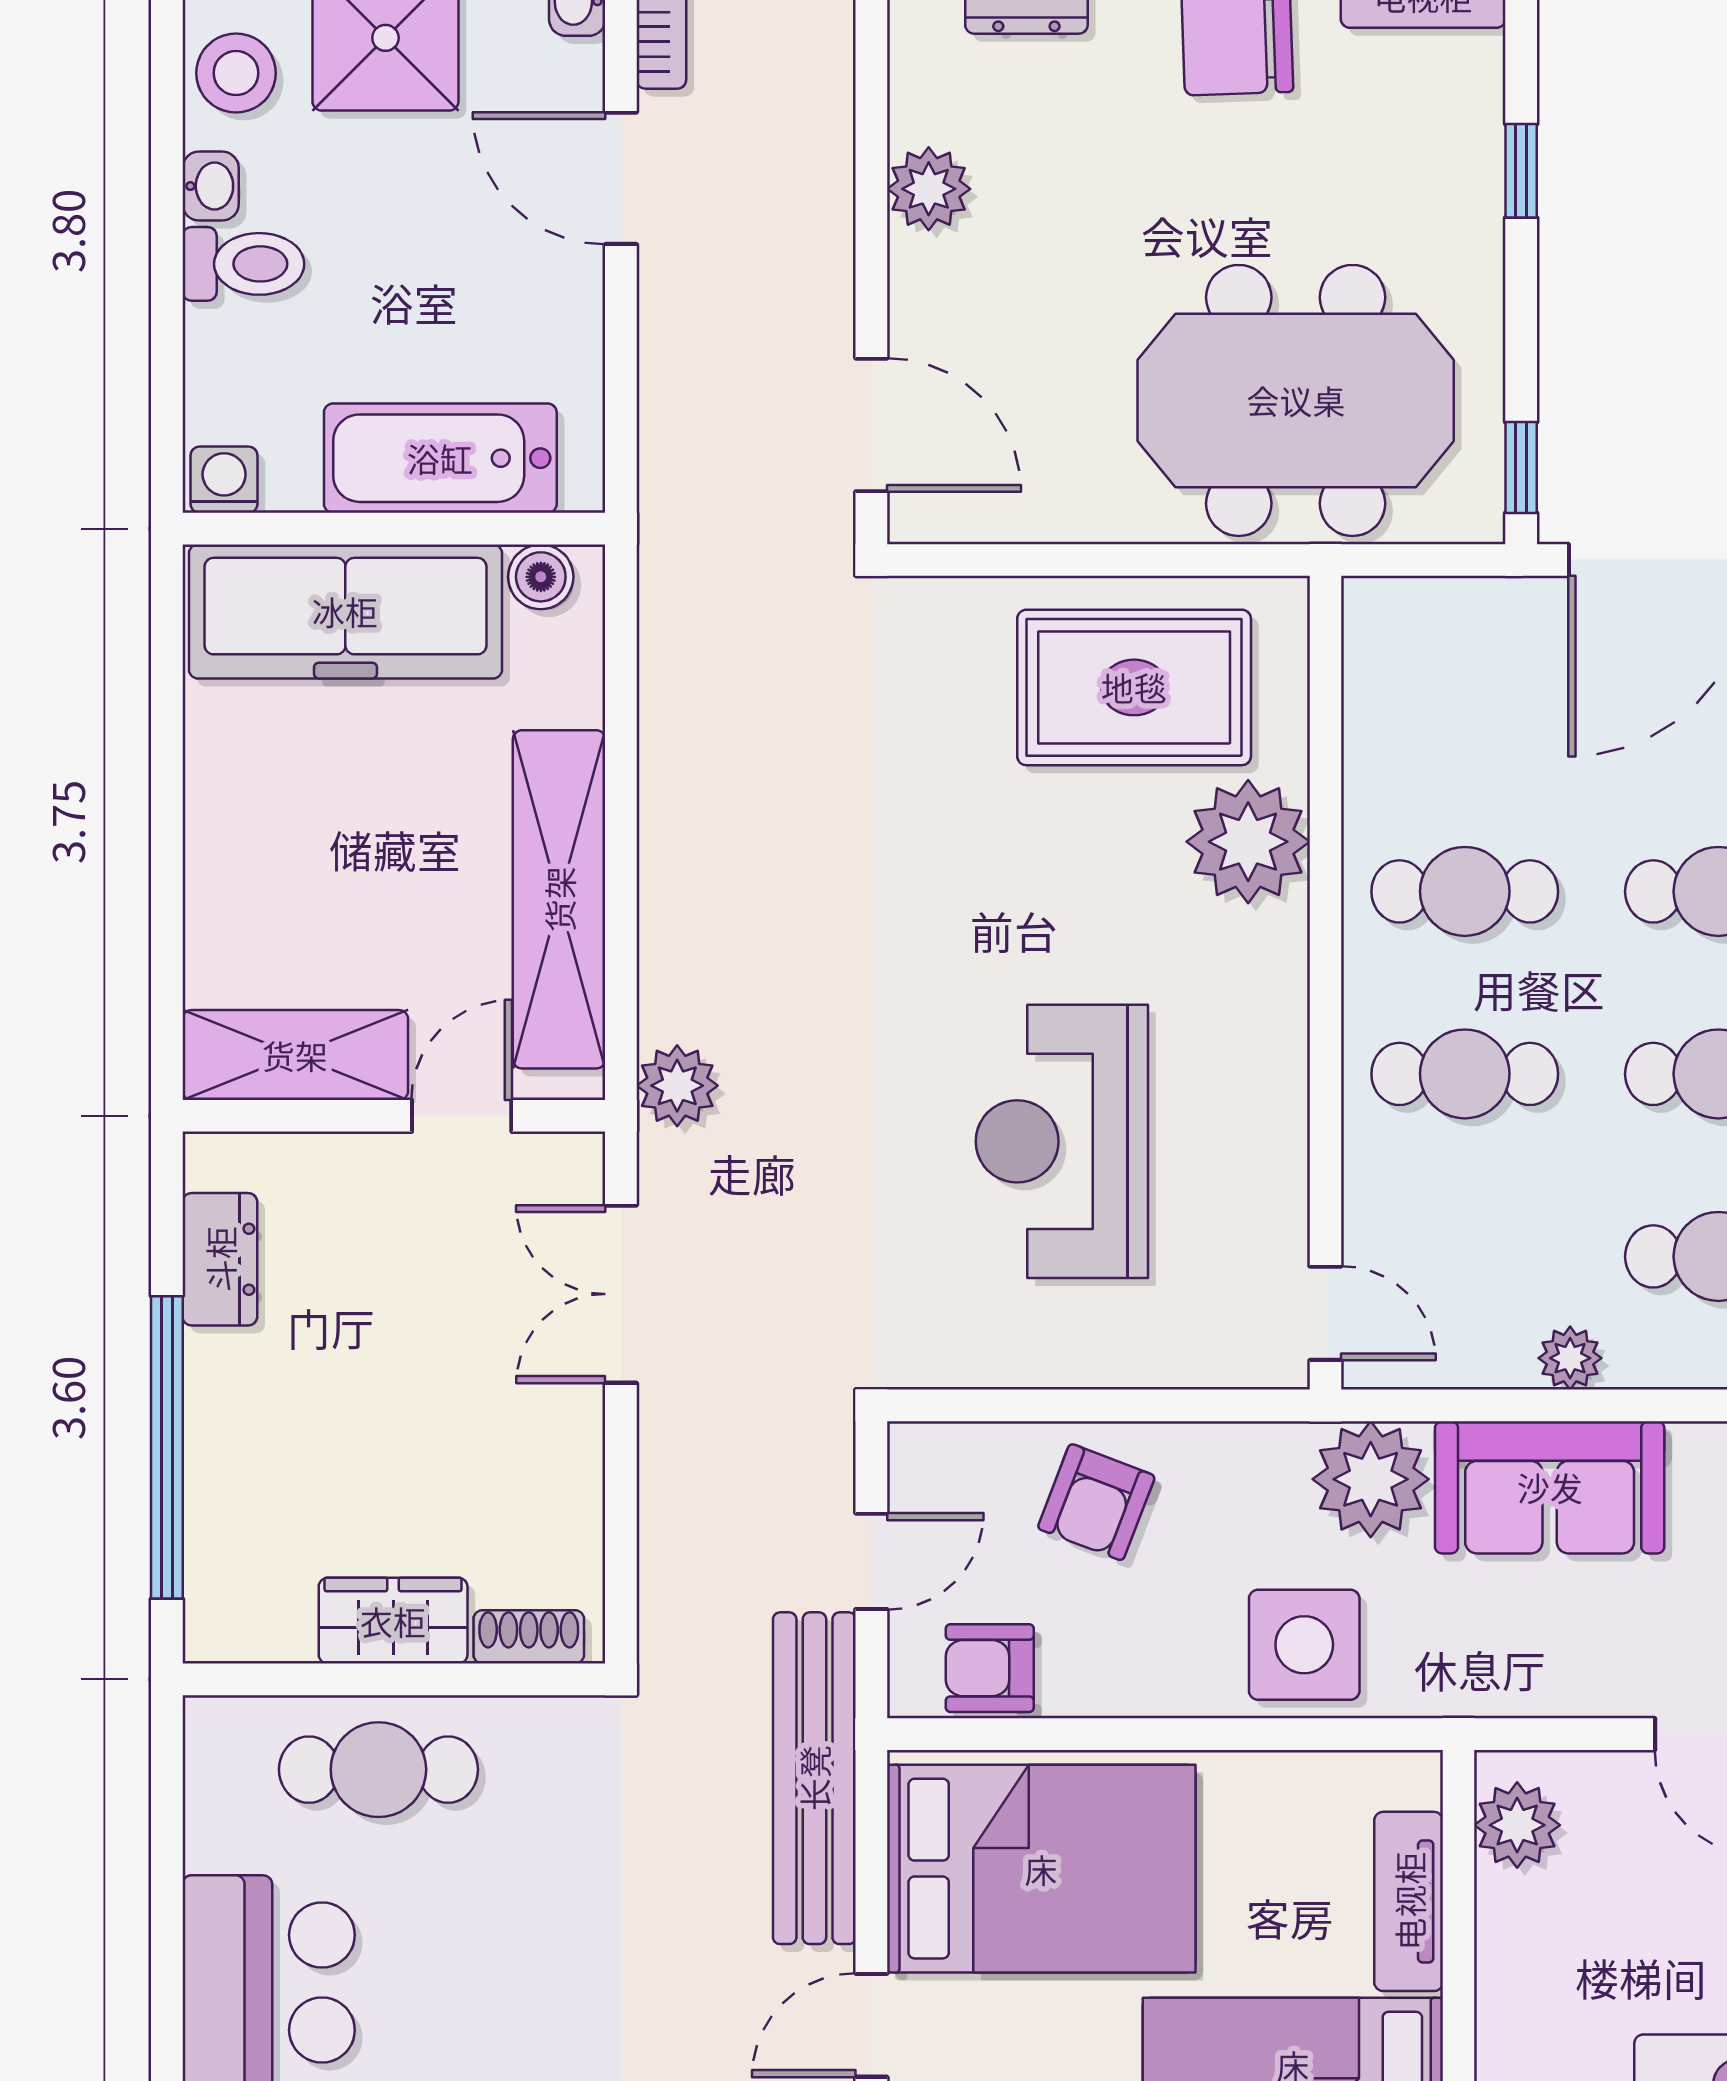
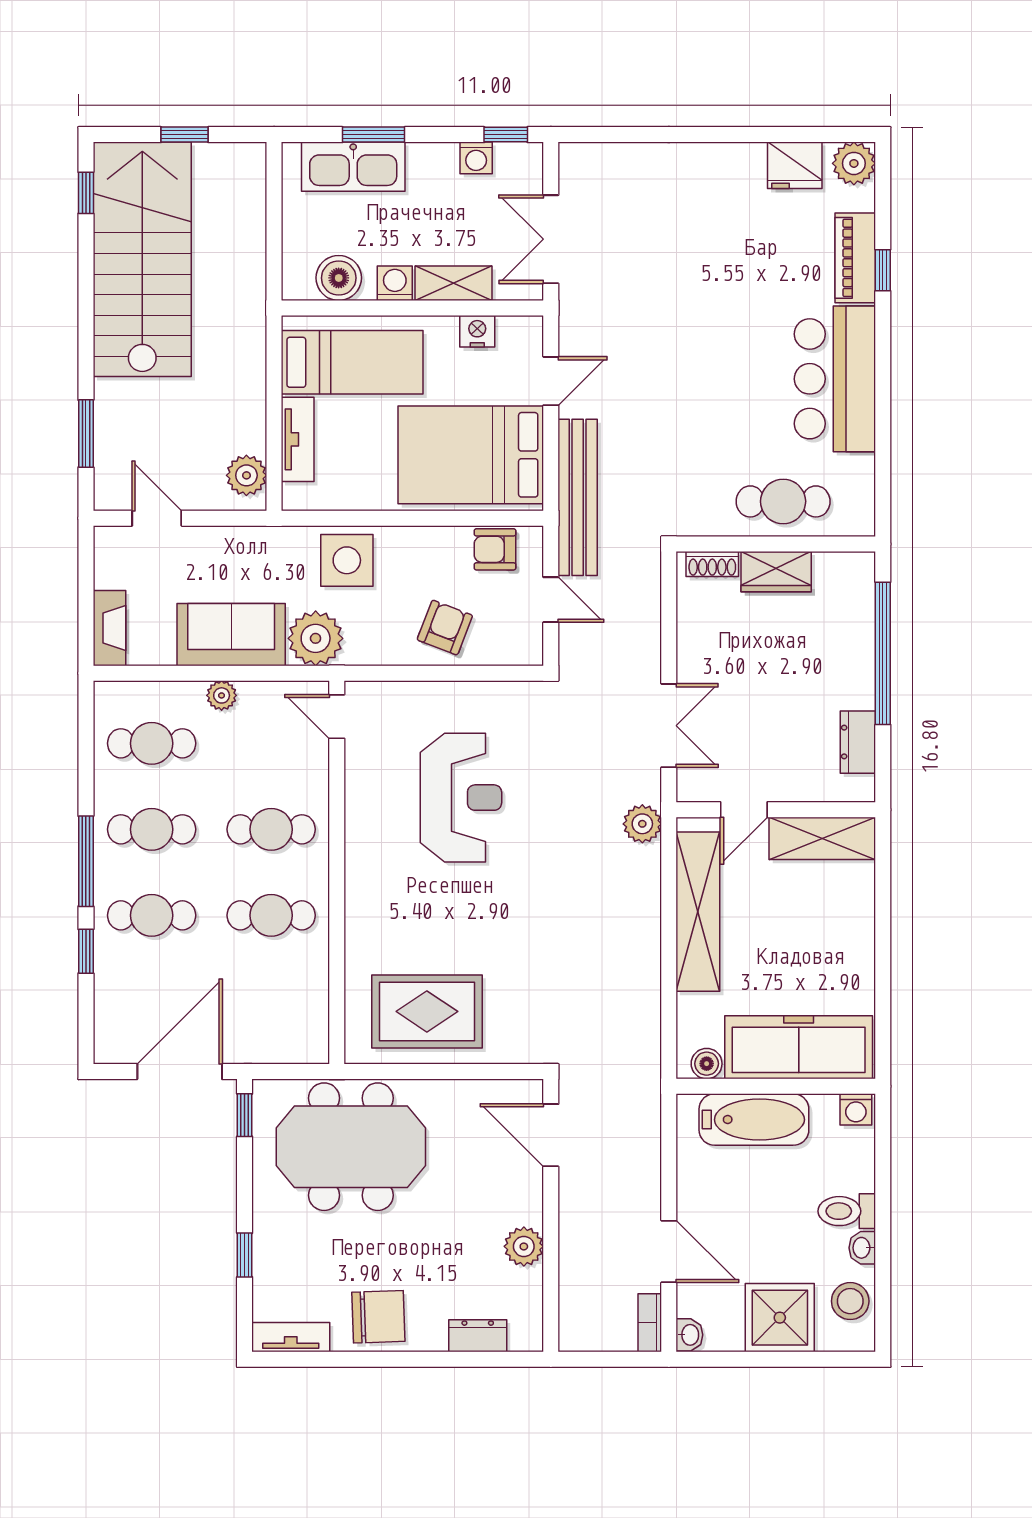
plant: (1248, 842) -> (373, 939), removed
door: (871, 1561) -> (551, 600), swing flipped
armchair: (990, 1668) -> (495, 549), turned 180

